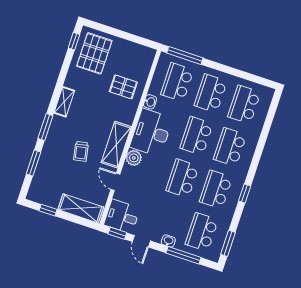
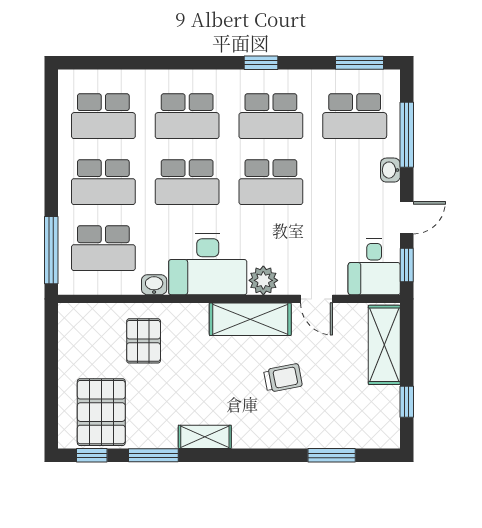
pallet: (94, 53) -> (101, 412), turned 90
window: (45, 127) -> (153, 455), moved
door: (115, 182) -> (317, 299), hinge flipped

